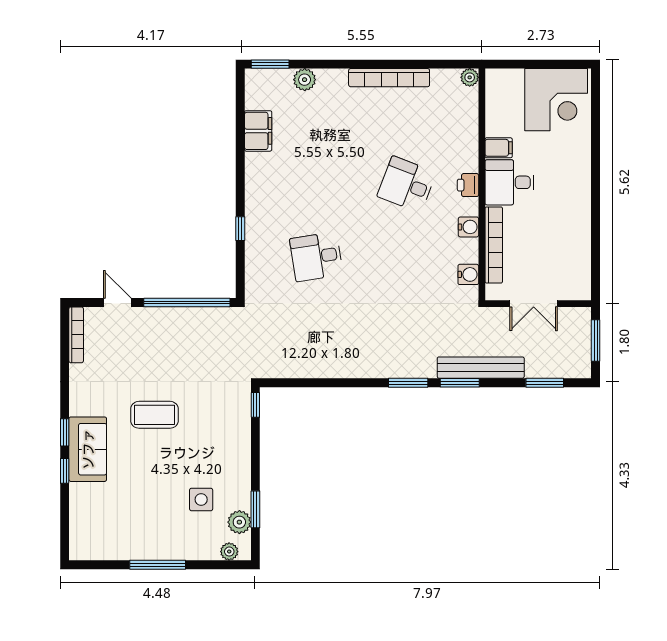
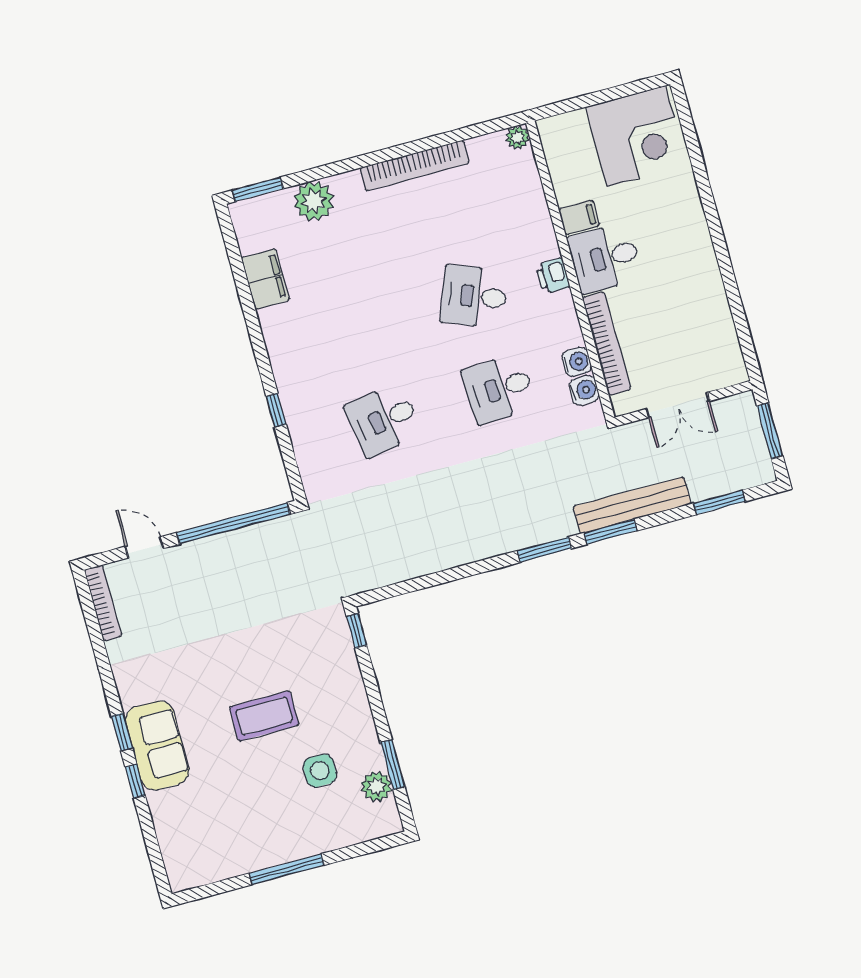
plant: (305, 80) -> (314, 201), width x1.36, depth x1.36
water cooler: (468, 227) -> (577, 362), moved
desk: (407, 257) -> (499, 389), added
coffee table: (154, 415) -> (264, 716), moved
plant: (229, 552) -> (374, 828), removed

